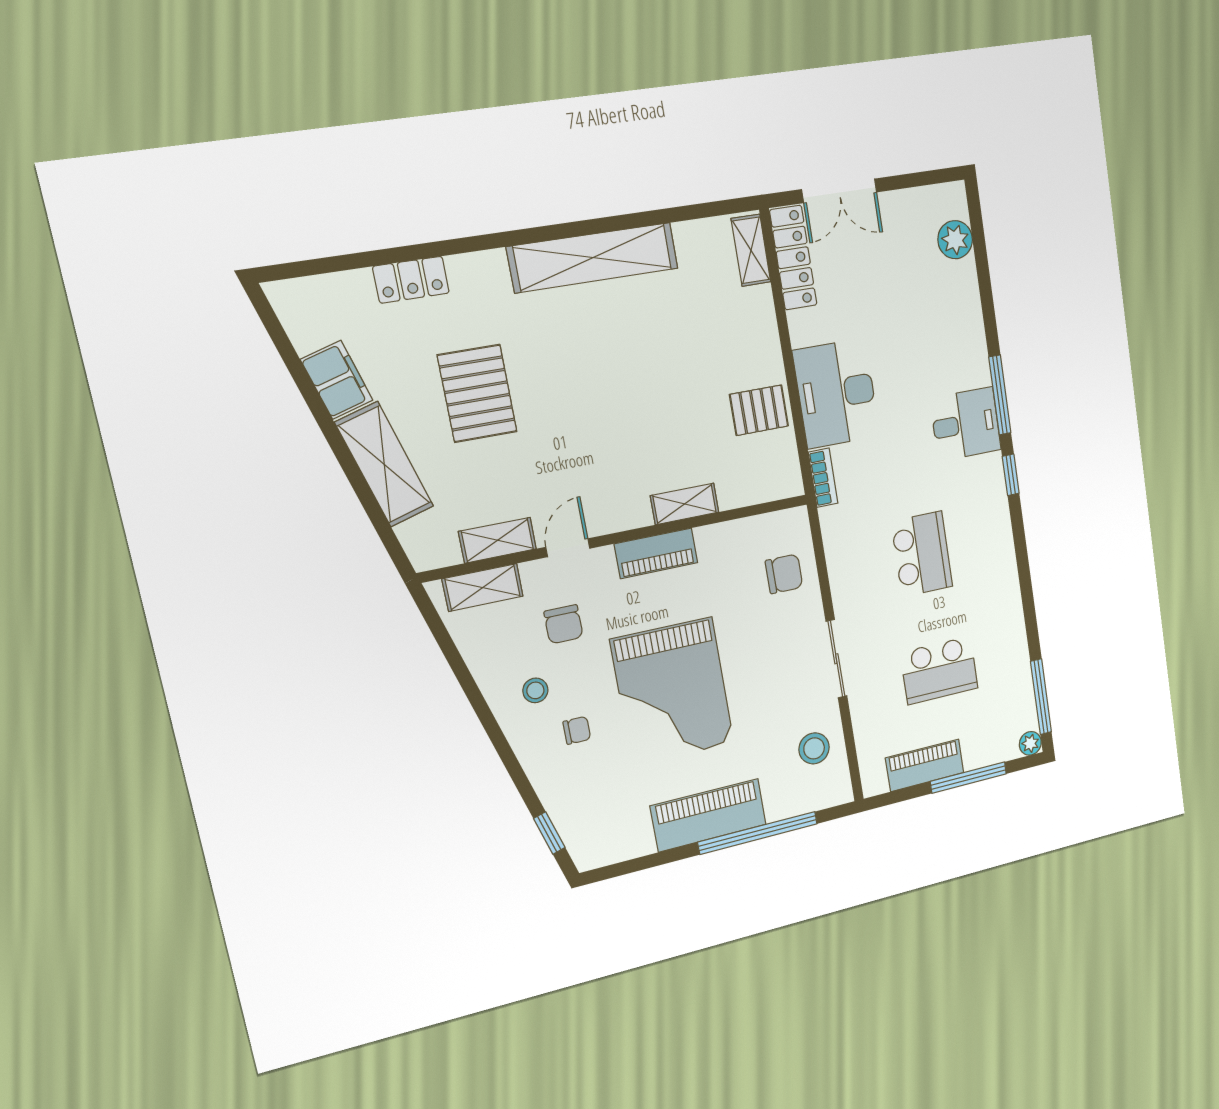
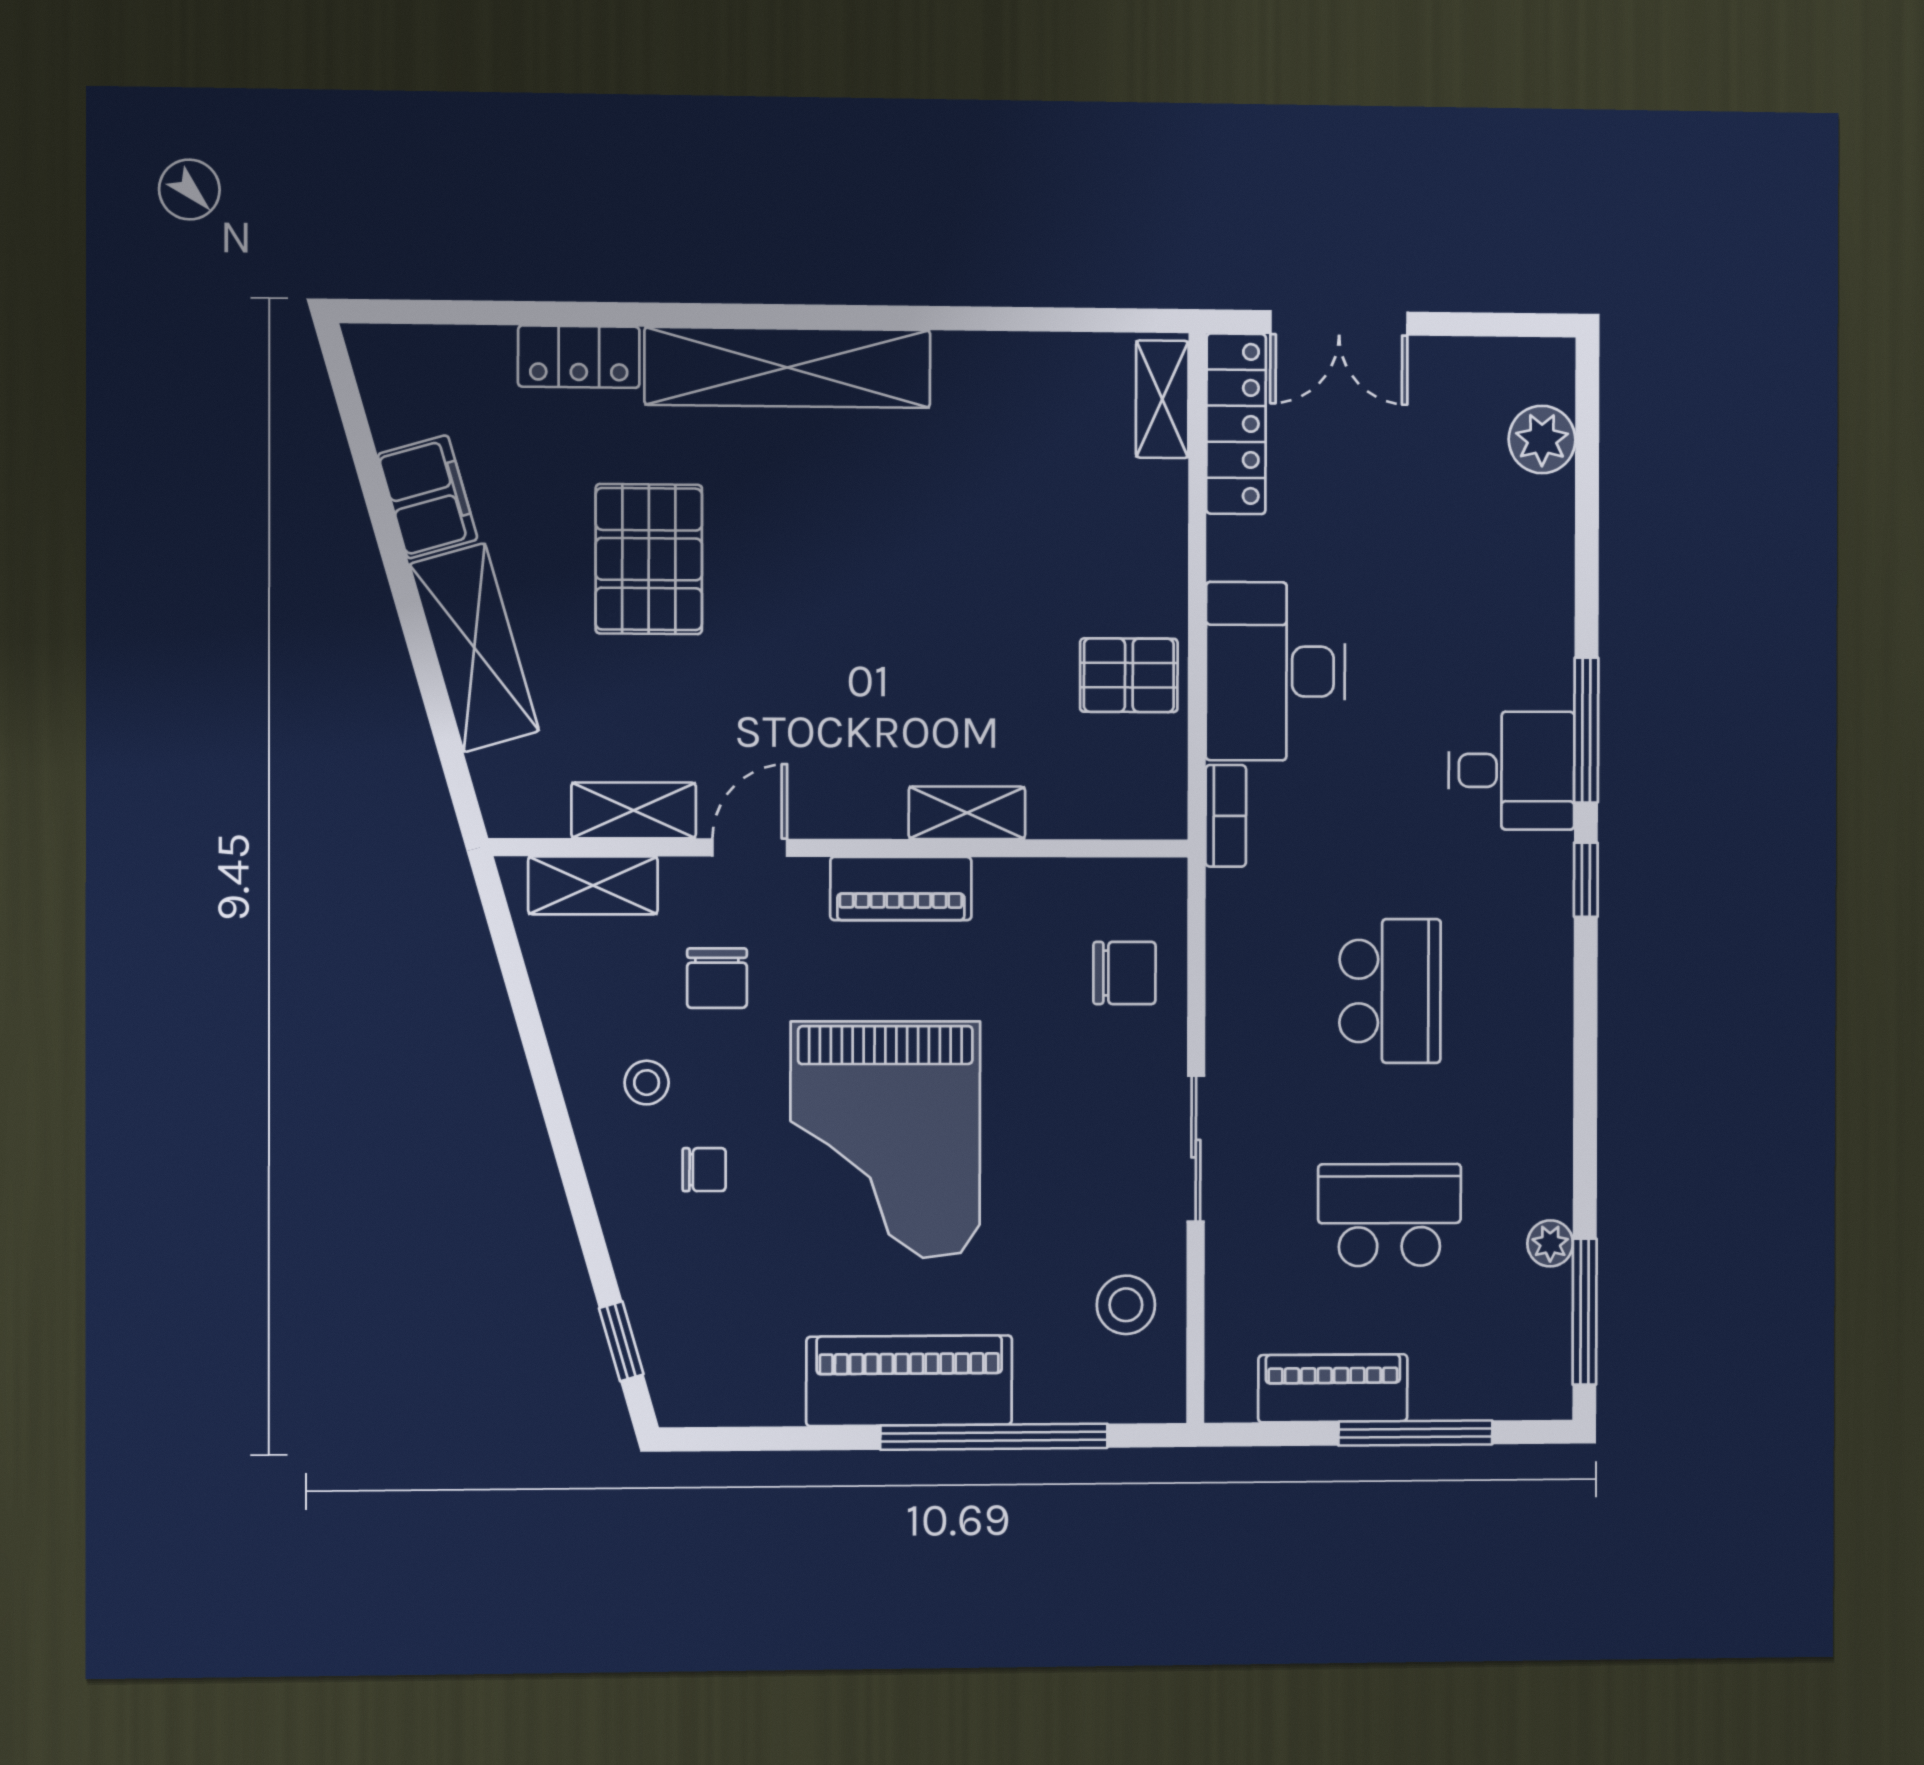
shelving: (593, 258) -> (788, 367), moved
school desk: (939, 670) -> (1390, 1215), turned 180
plant: (1030, 743) -> (1550, 1243), moved

